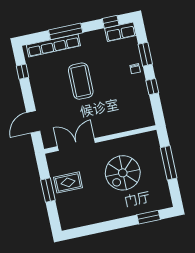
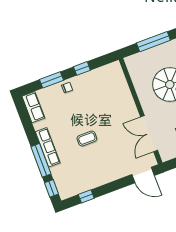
window: (111, 22) -> (51, 188), moved
row of seats: (53, 45) -> (48, 147), moved, width x0.73
coffee table: (81, 81) -> (87, 139), width x0.54, depth x0.58
door: (33, 122) -> (143, 175), moved

